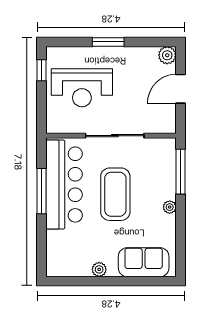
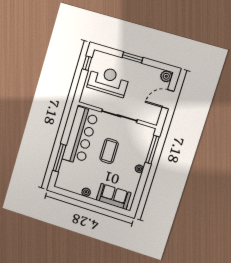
reception desk: (82, 88) -> (108, 81), turned 180
window: (41, 191) -> (59, 158), moved
coffee table: (115, 194) -> (109, 151), width x0.73, depth x0.76

